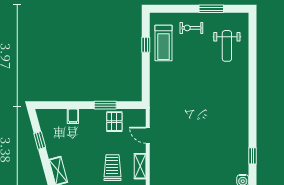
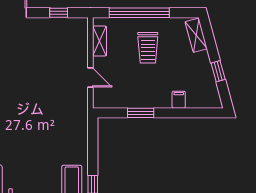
pallet: (114, 122) -> (130, 94), removed
trolley: (112, 168) -> (148, 48), moved

